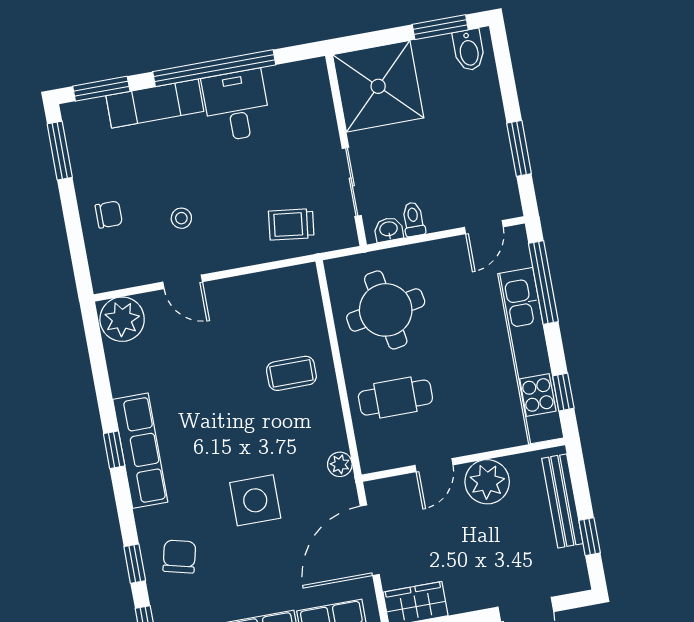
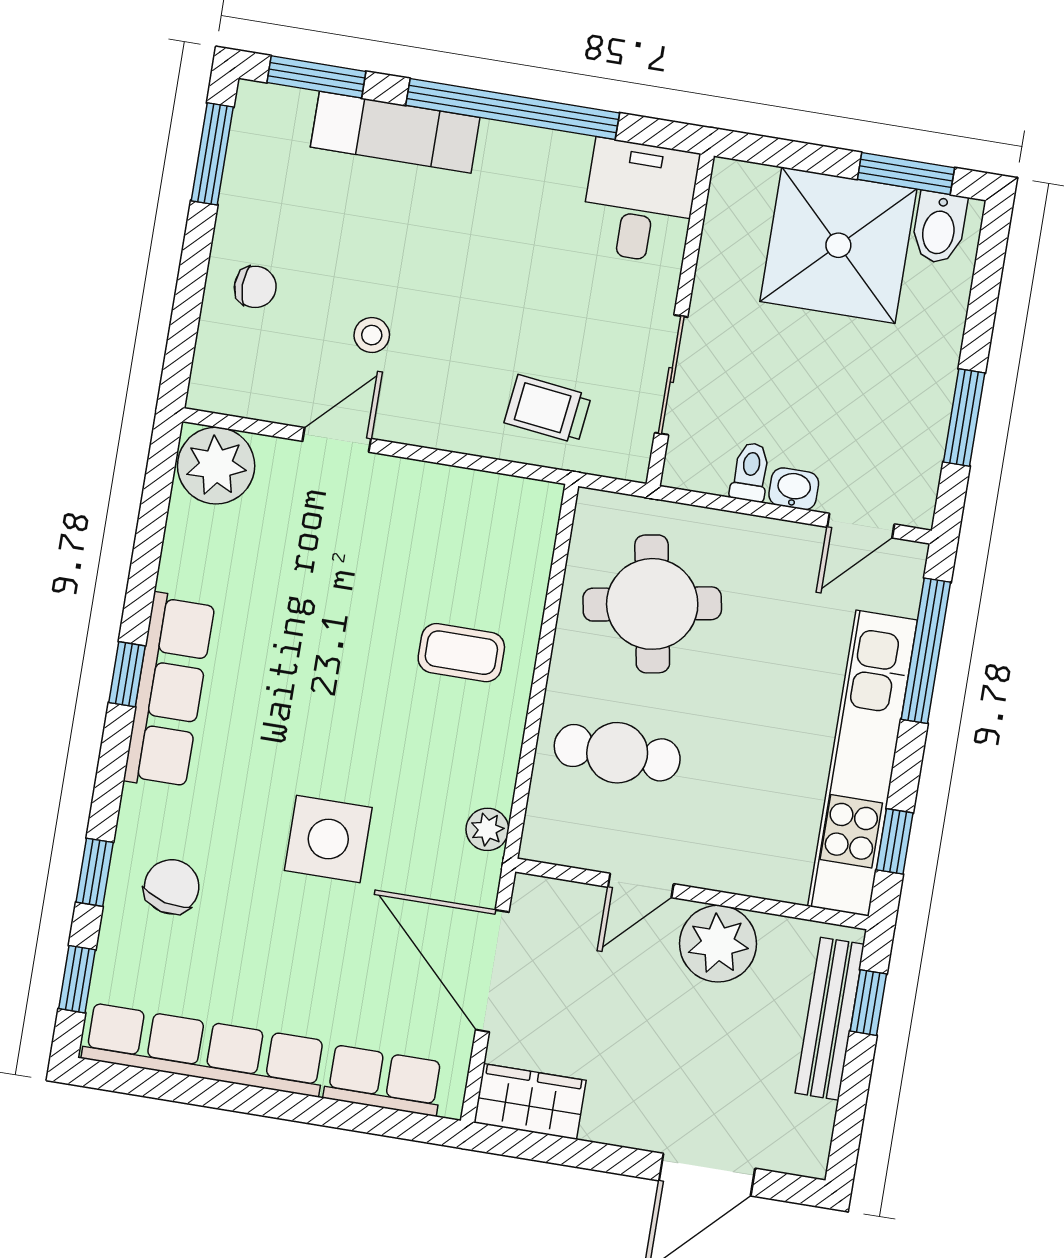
shower: (378, 86) -> (838, 245), moved
desk: (236, 106) -> (639, 201), moved
washbasin: (389, 229) -> (794, 489), moved
door: (183, 282) -> (337, 440), swing flipped
window: (590, 537) -> (868, 1003), moved
door: (370, 540) -> (492, 971), hinge flipped

